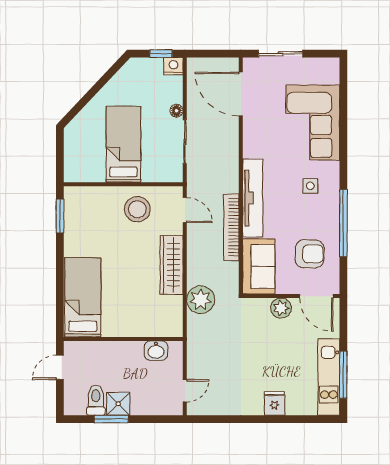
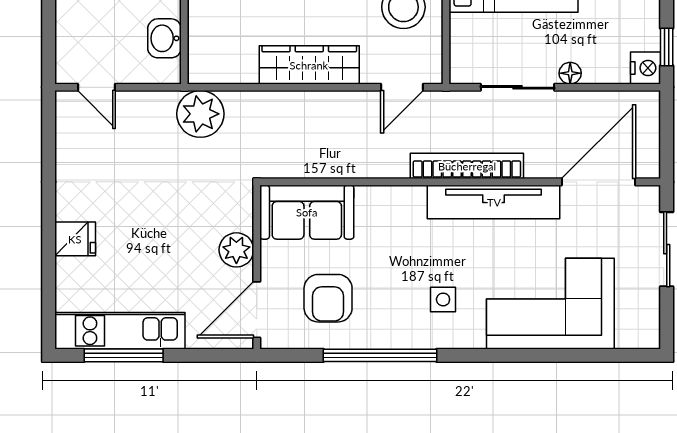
tv unit: (253, 198) -> (494, 202), moved
bookcase: (231, 227) -> (467, 166), moved
plant: (201, 300) -> (200, 114), moved

